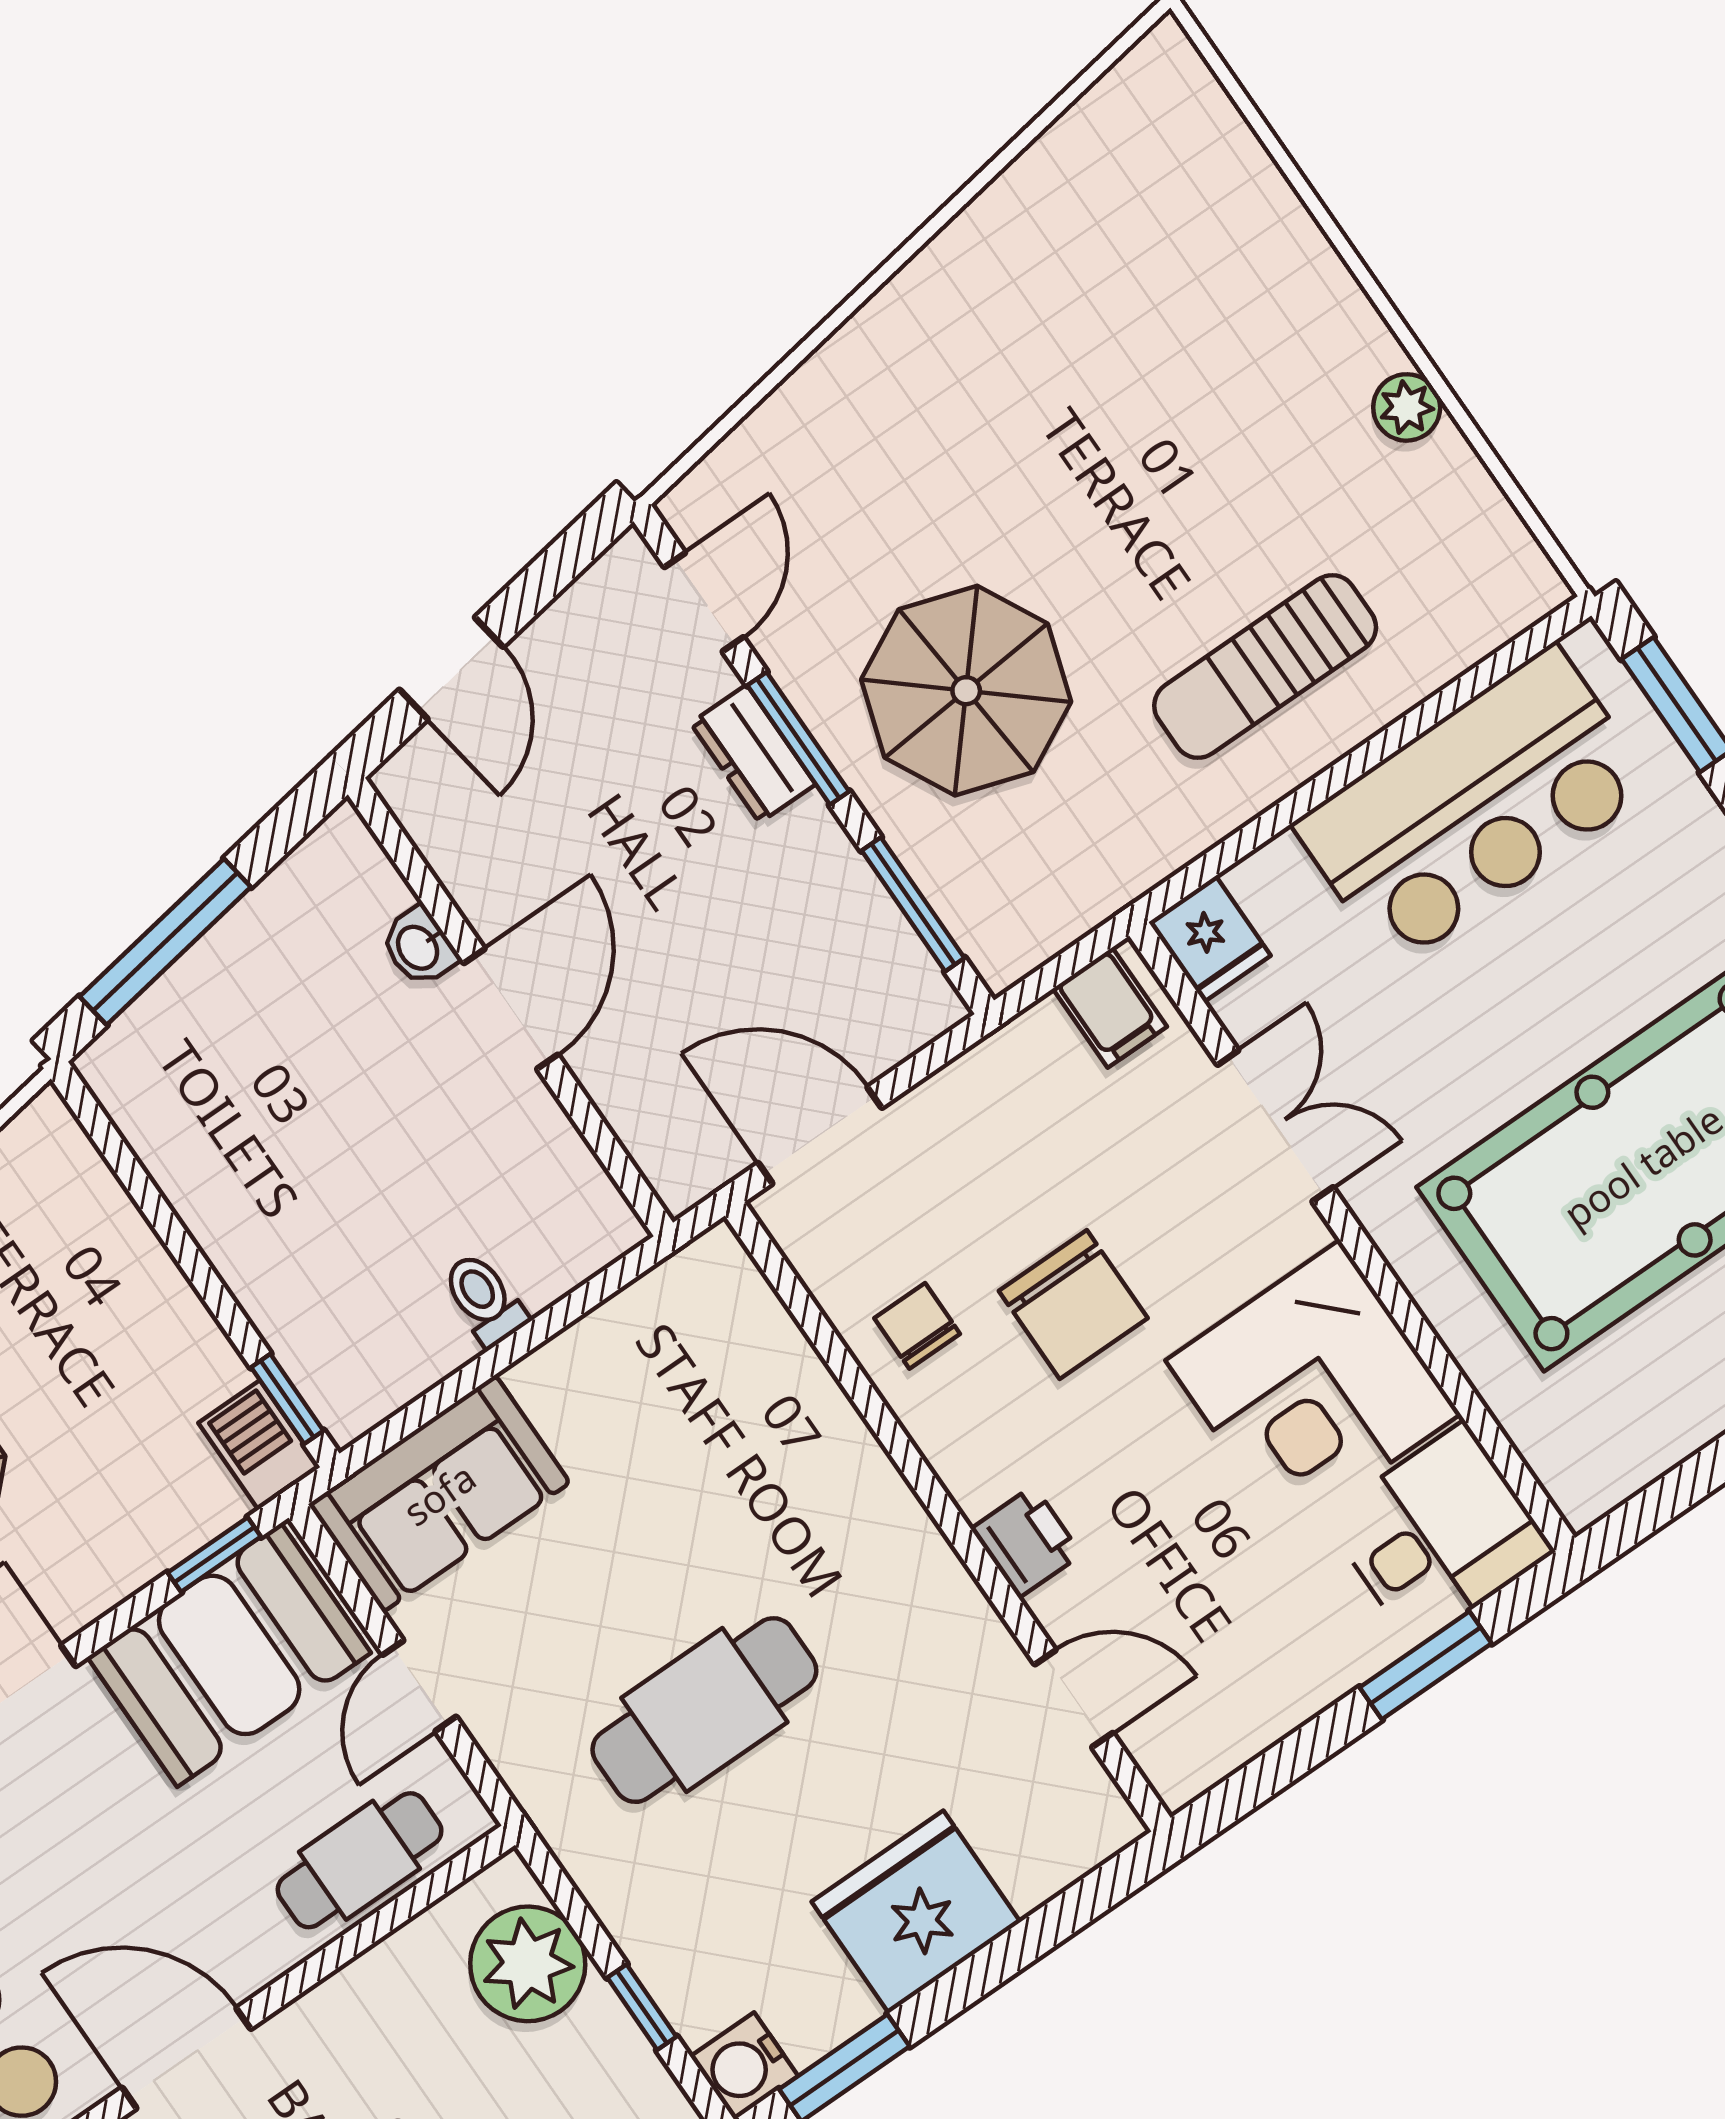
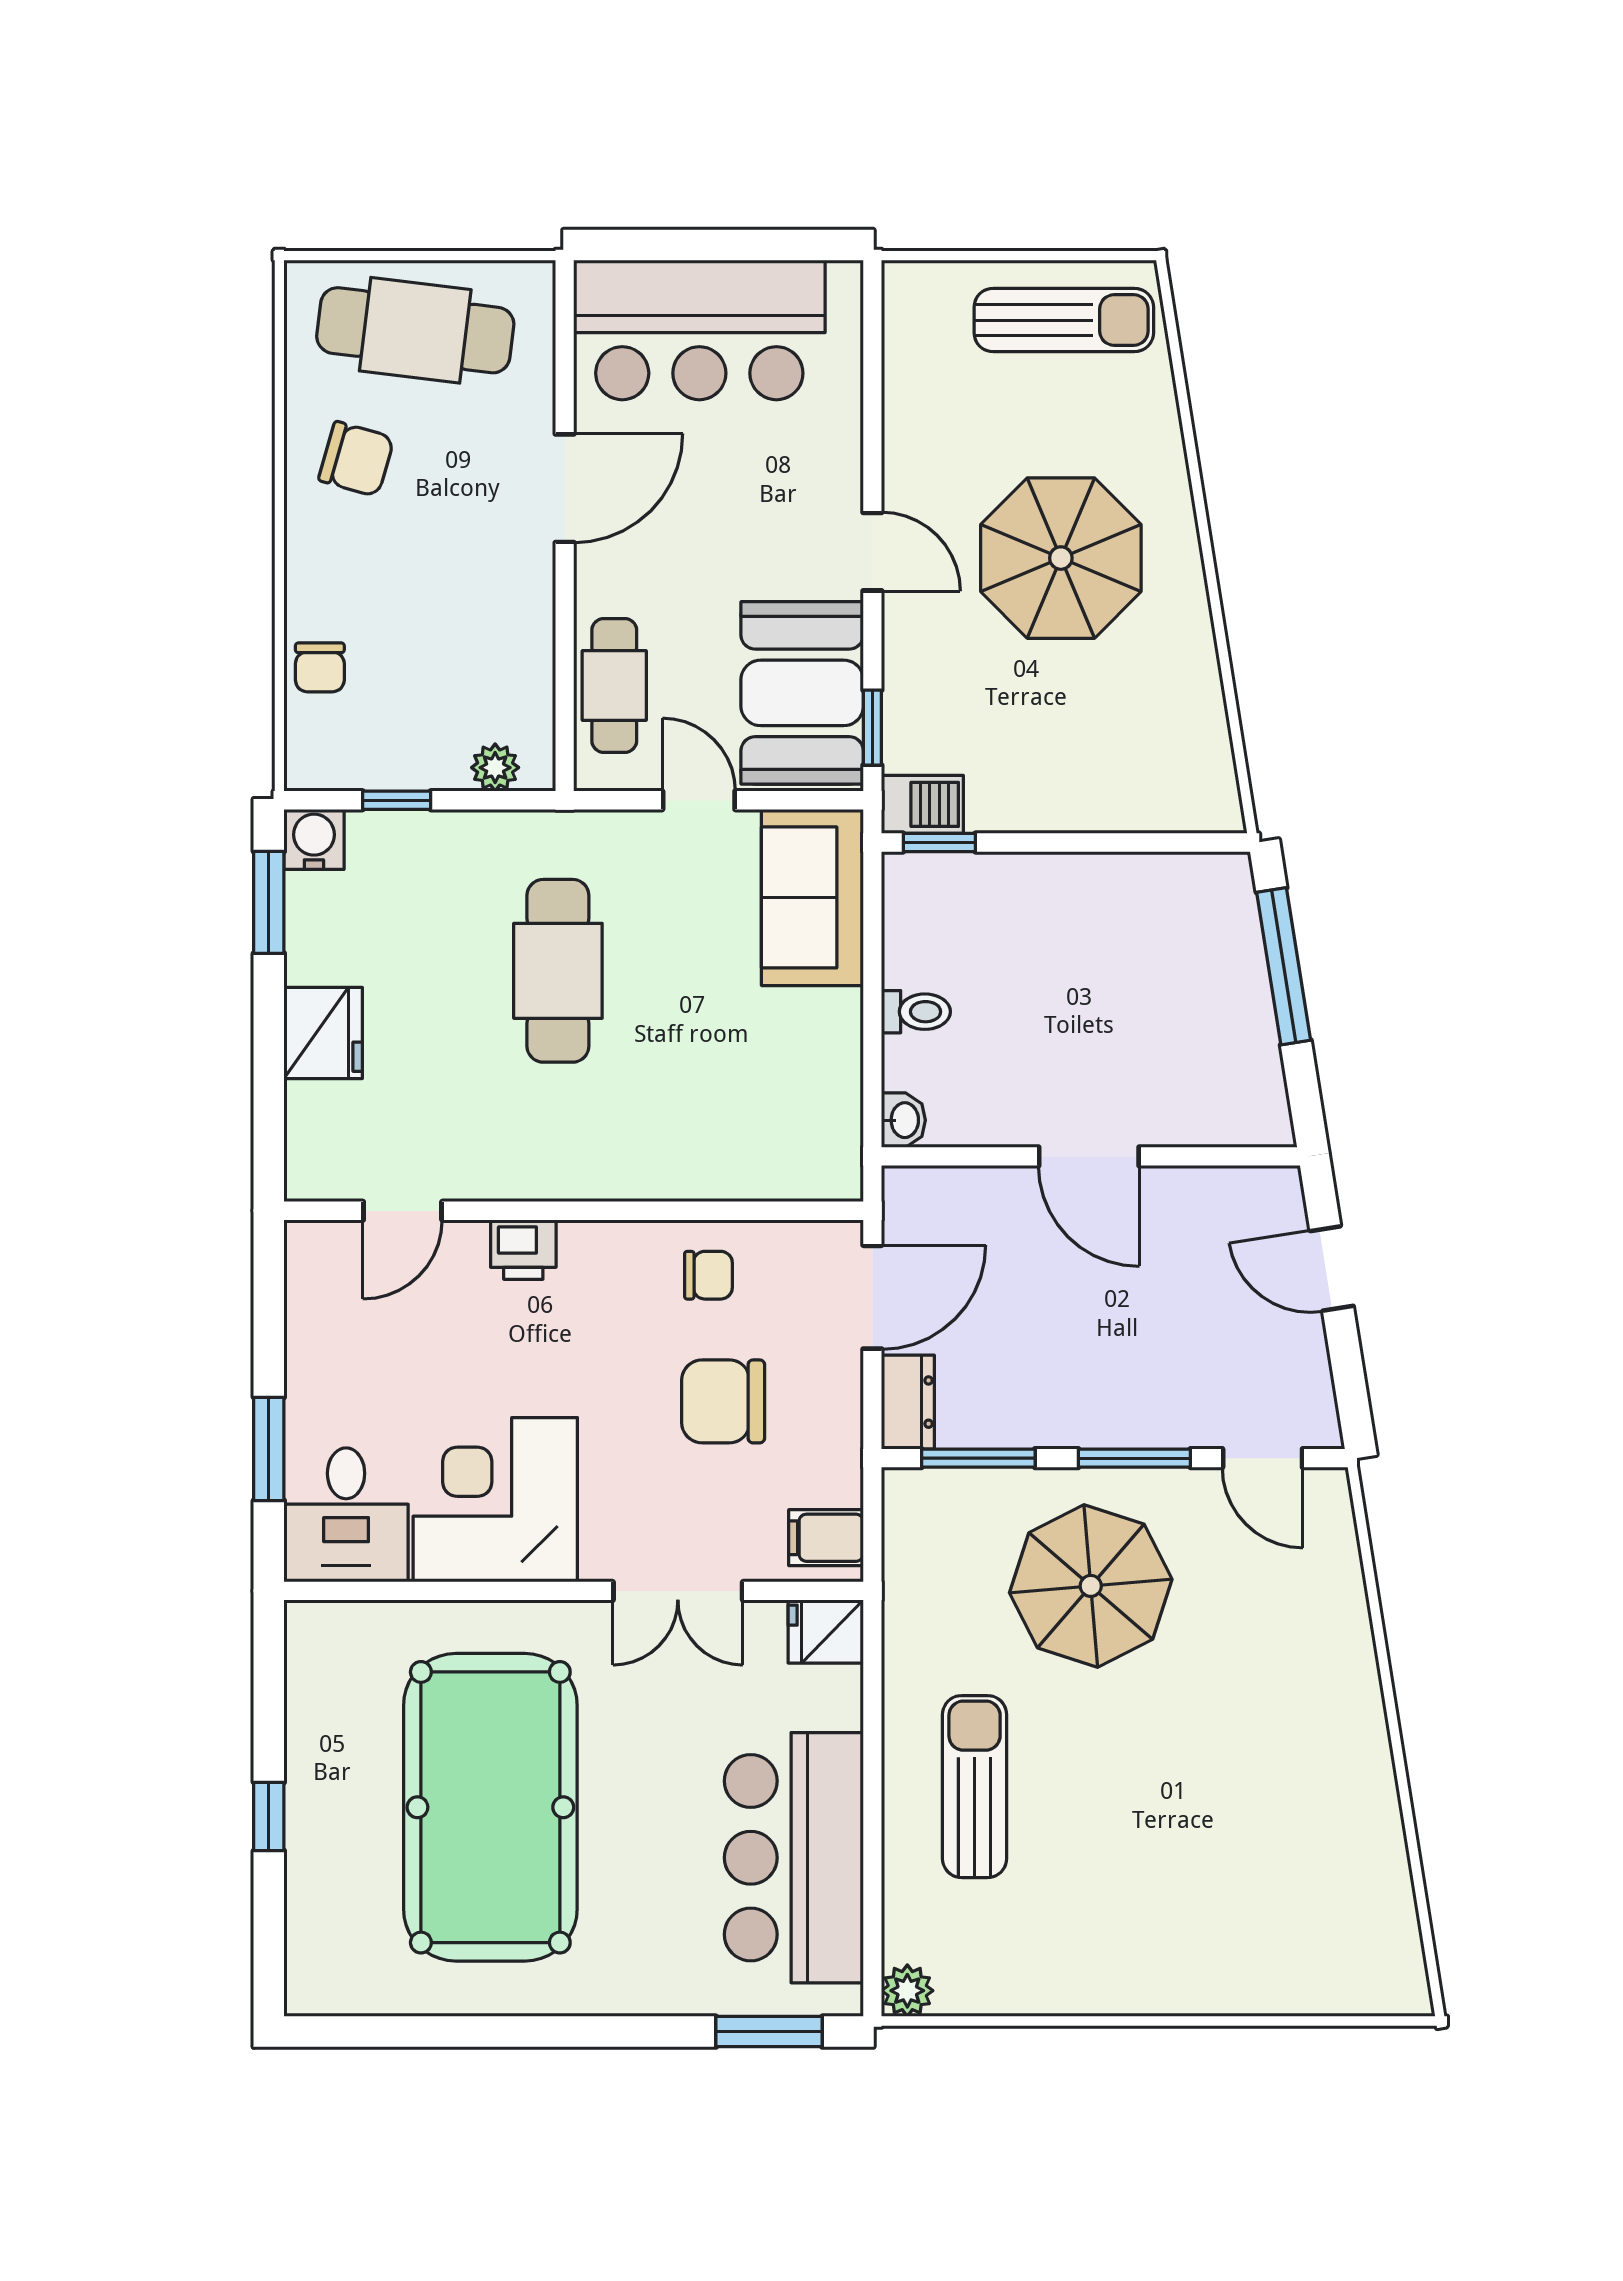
plant: (1407, 407) -> (907, 1991), moved
dresser: (753, 754) -> (908, 1402), moved, turned 90
washbasin: (419, 947) -> (903, 1120), moved, turned 90
chair: (1073, 1305) -> (723, 1401), moved
fridge: (916, 1912) -> (323, 1033), width x0.73, depth x0.75
plant: (528, 1964) -> (495, 768), width x0.53, depth x0.53

